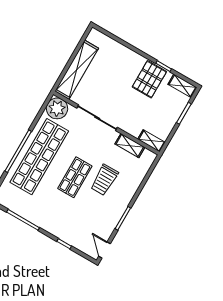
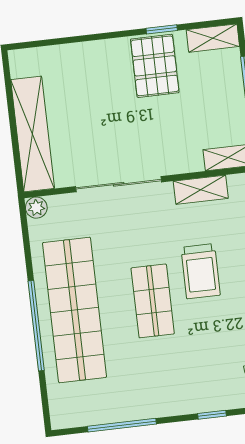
plant: (57, 108) -> (36, 208), width x0.53, depth x0.53

